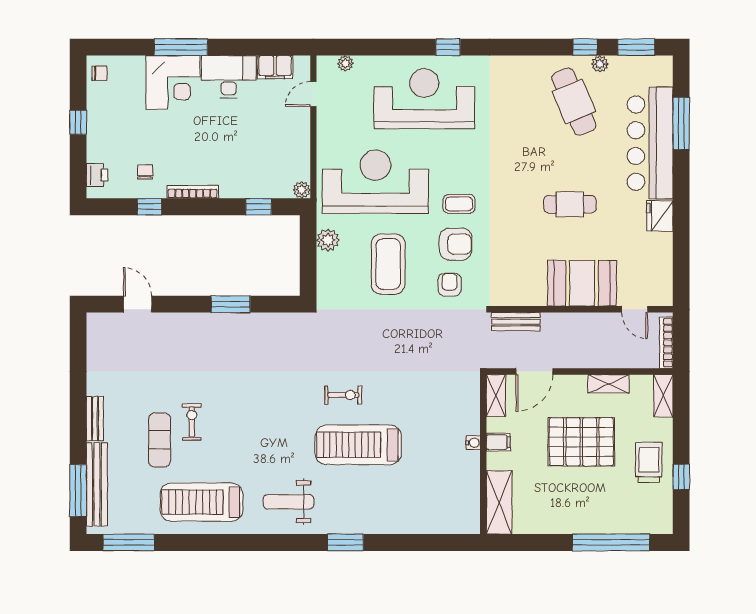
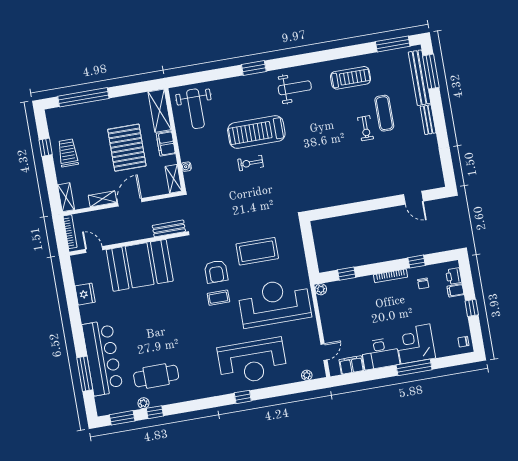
cafe table: (574, 102) -> (156, 376), turned -68
filing cabinet: (98, 153) -> (455, 290), added
reception desk: (375, 182) -> (274, 303), turned 180
cafe table: (570, 204) -> (147, 310), removed
fridge: (660, 216) -> (85, 294), moved
plant: (328, 240) -> (298, 260), removed
armchair: (456, 244) -> (216, 272), turned -90
coffee table: (388, 264) -> (257, 251), turned 90
booth: (582, 283) -> (140, 265), width x1.36, depth x1.42
armchair: (450, 285) -> (215, 245), removed
window: (231, 304) -> (354, 208), removed
door: (534, 372) -> (130, 202), moved
exercise bike: (343, 395) -> (251, 163), moved
filing cabinet: (498, 442) -> (166, 144), width x2.00
pallet: (581, 442) -> (127, 148), moved, turned 90
water cooler: (473, 443) -> (186, 167), moved
treadmill: (358, 445) -> (256, 132), turned 180
trolley: (649, 462) -> (68, 153), turned 180
weight bench: (444, 496) -> (195, 109), added
treadmill: (201, 502) -> (351, 78), width x0.73, depth x0.73

